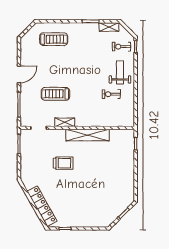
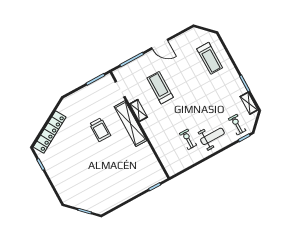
shelving: (87, 135) -> (130, 124), moved

